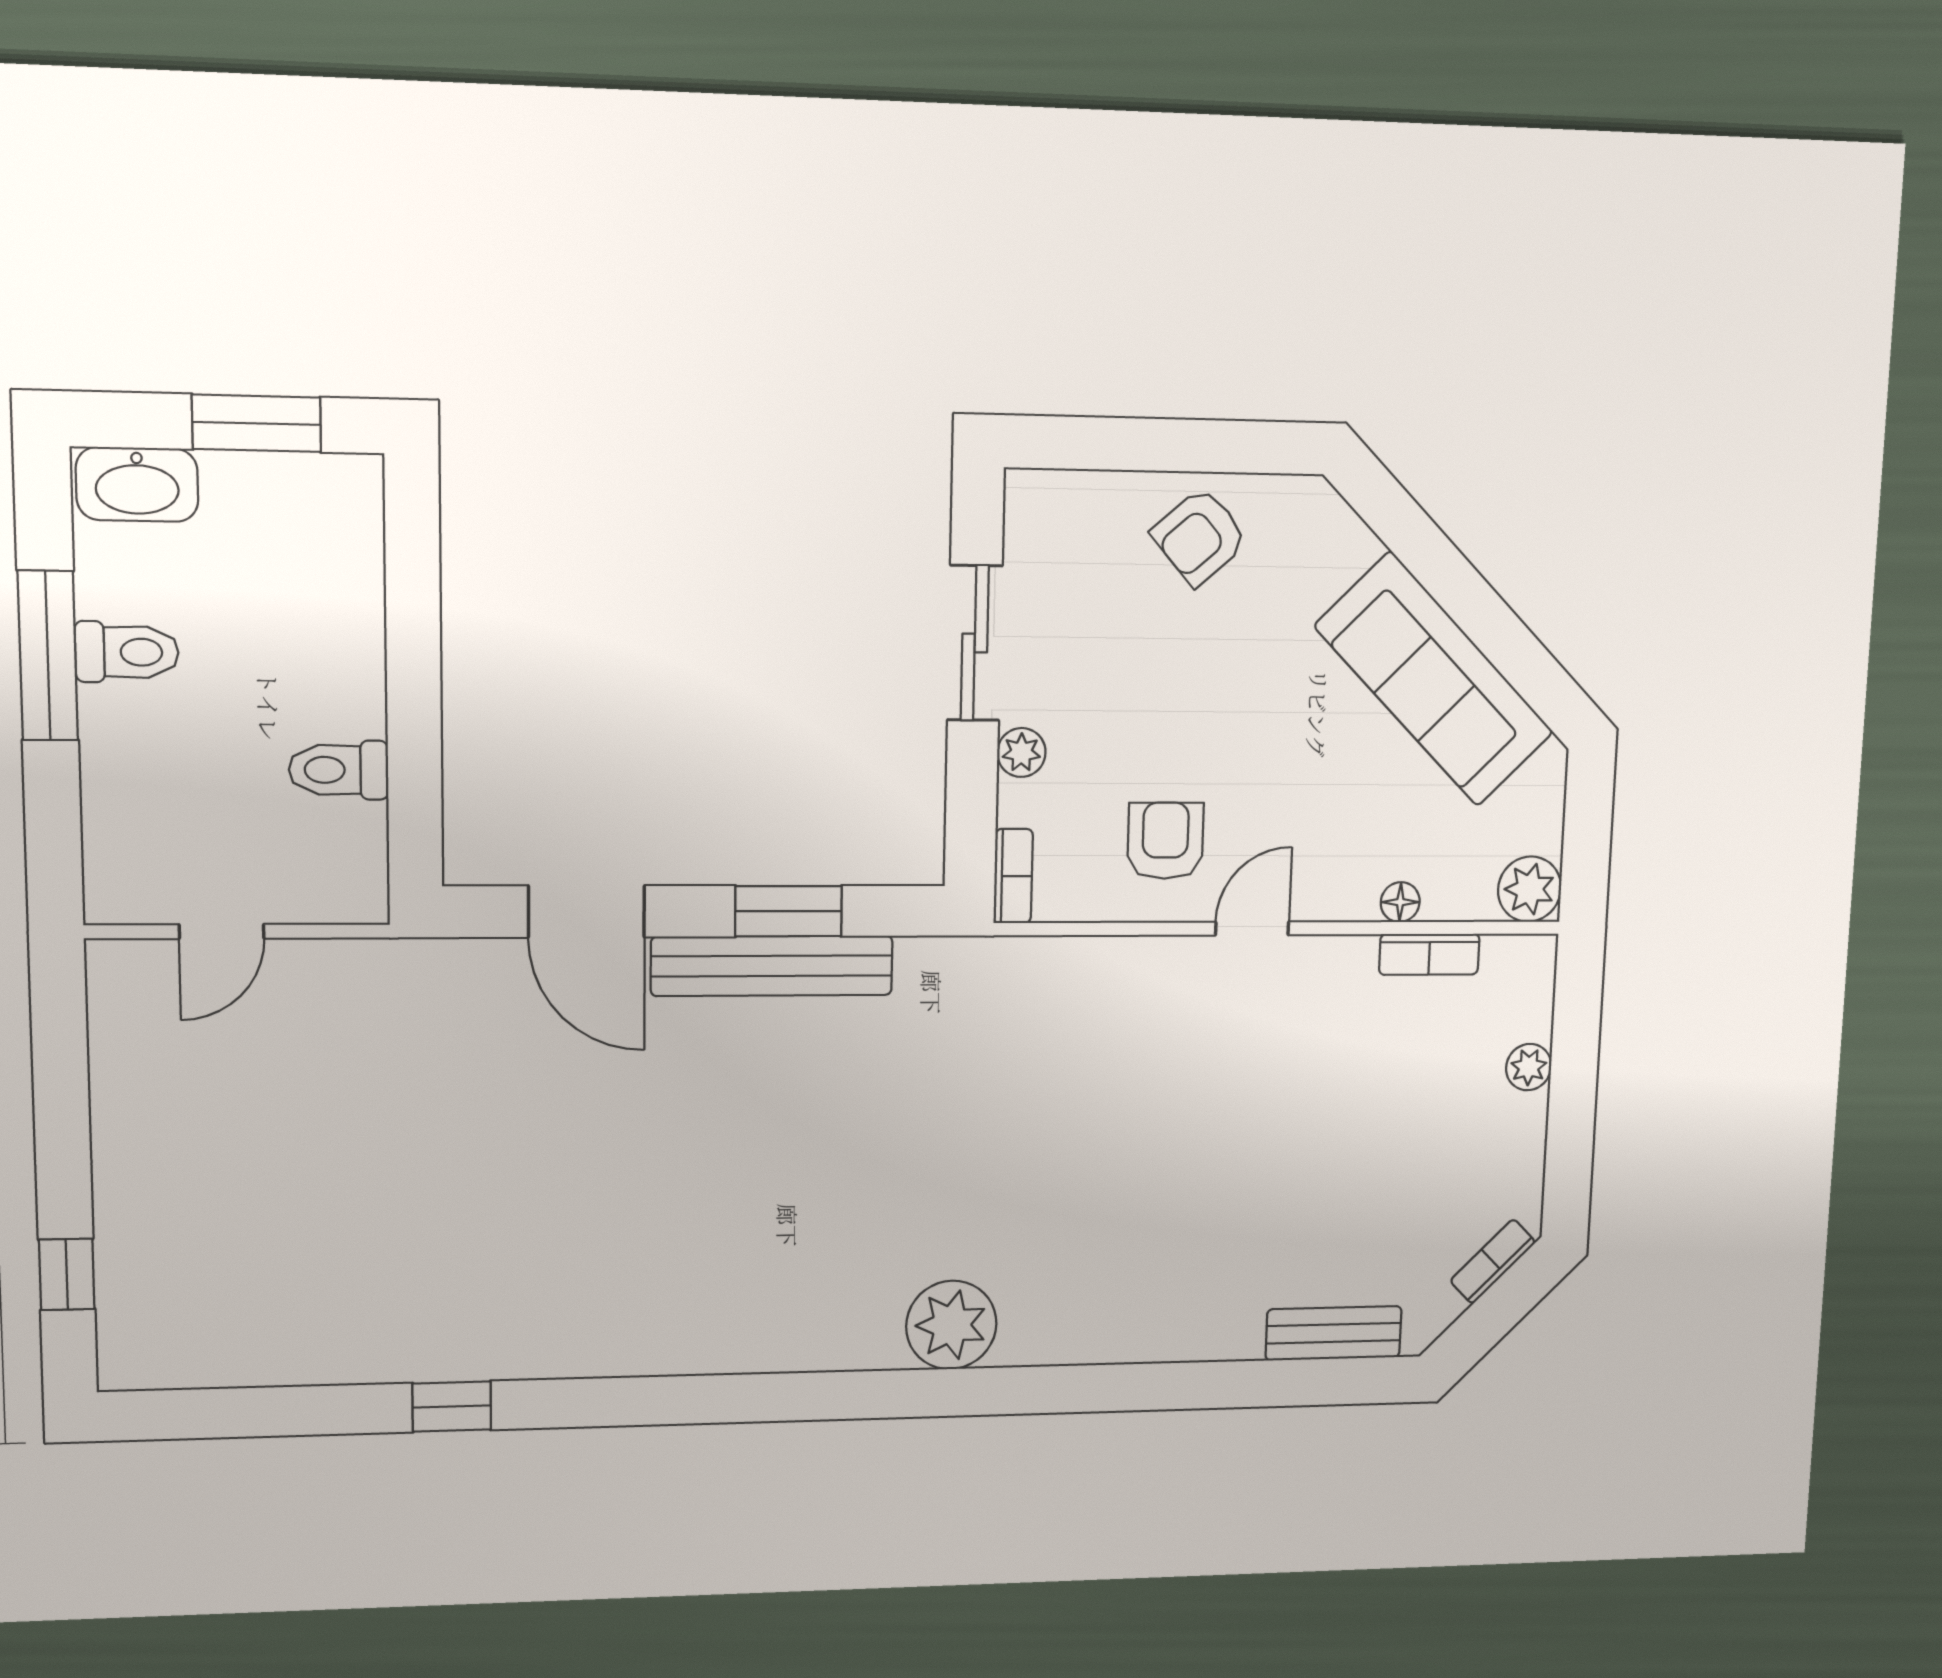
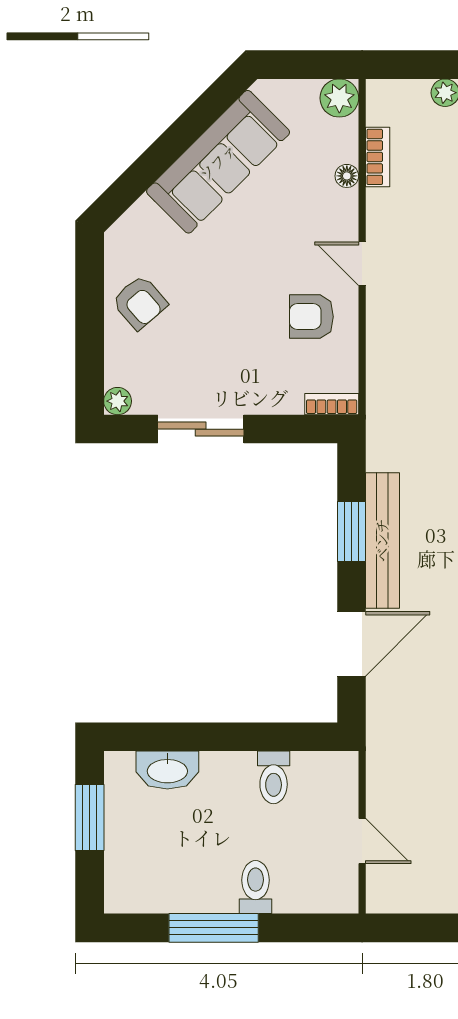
washbasin: (137, 484) -> (167, 770), moved, turned 90
toilet: (127, 652) -> (256, 887), moved
plant: (1021, 753) -> (118, 401), moved

